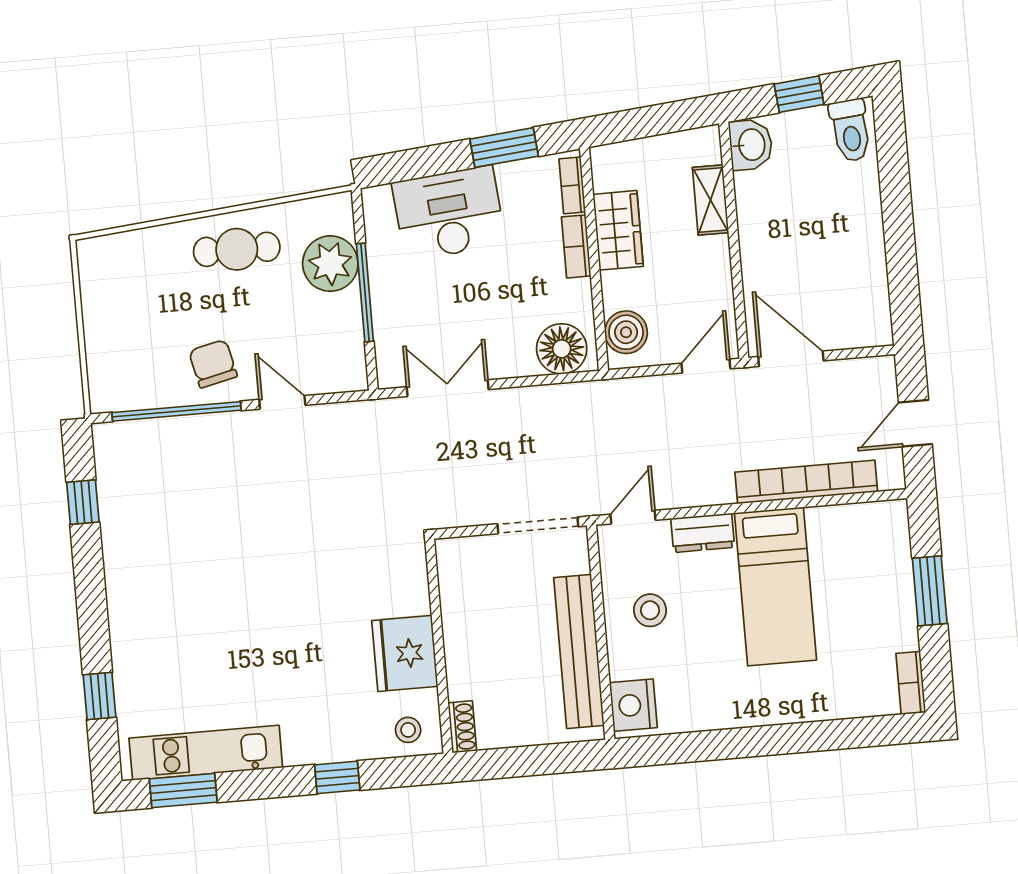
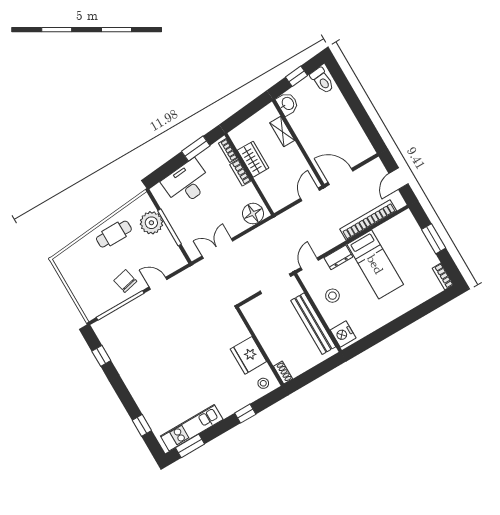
boiler: (626, 332) -> (274, 196), removed

